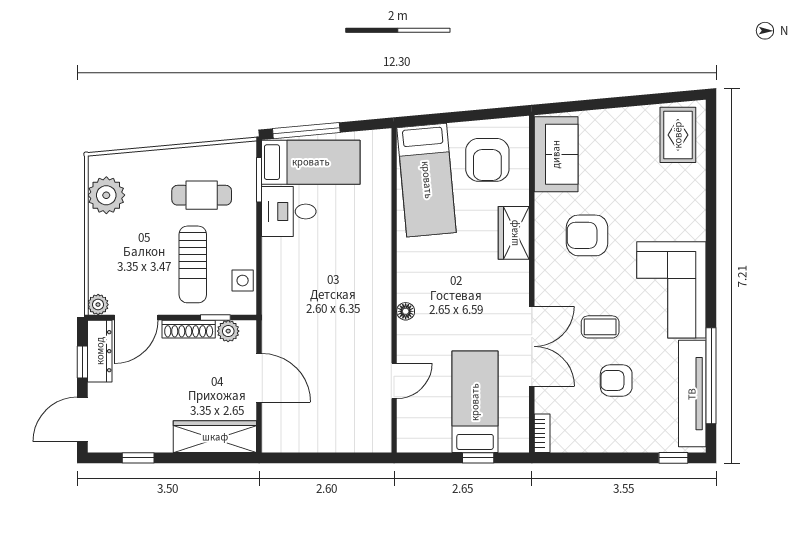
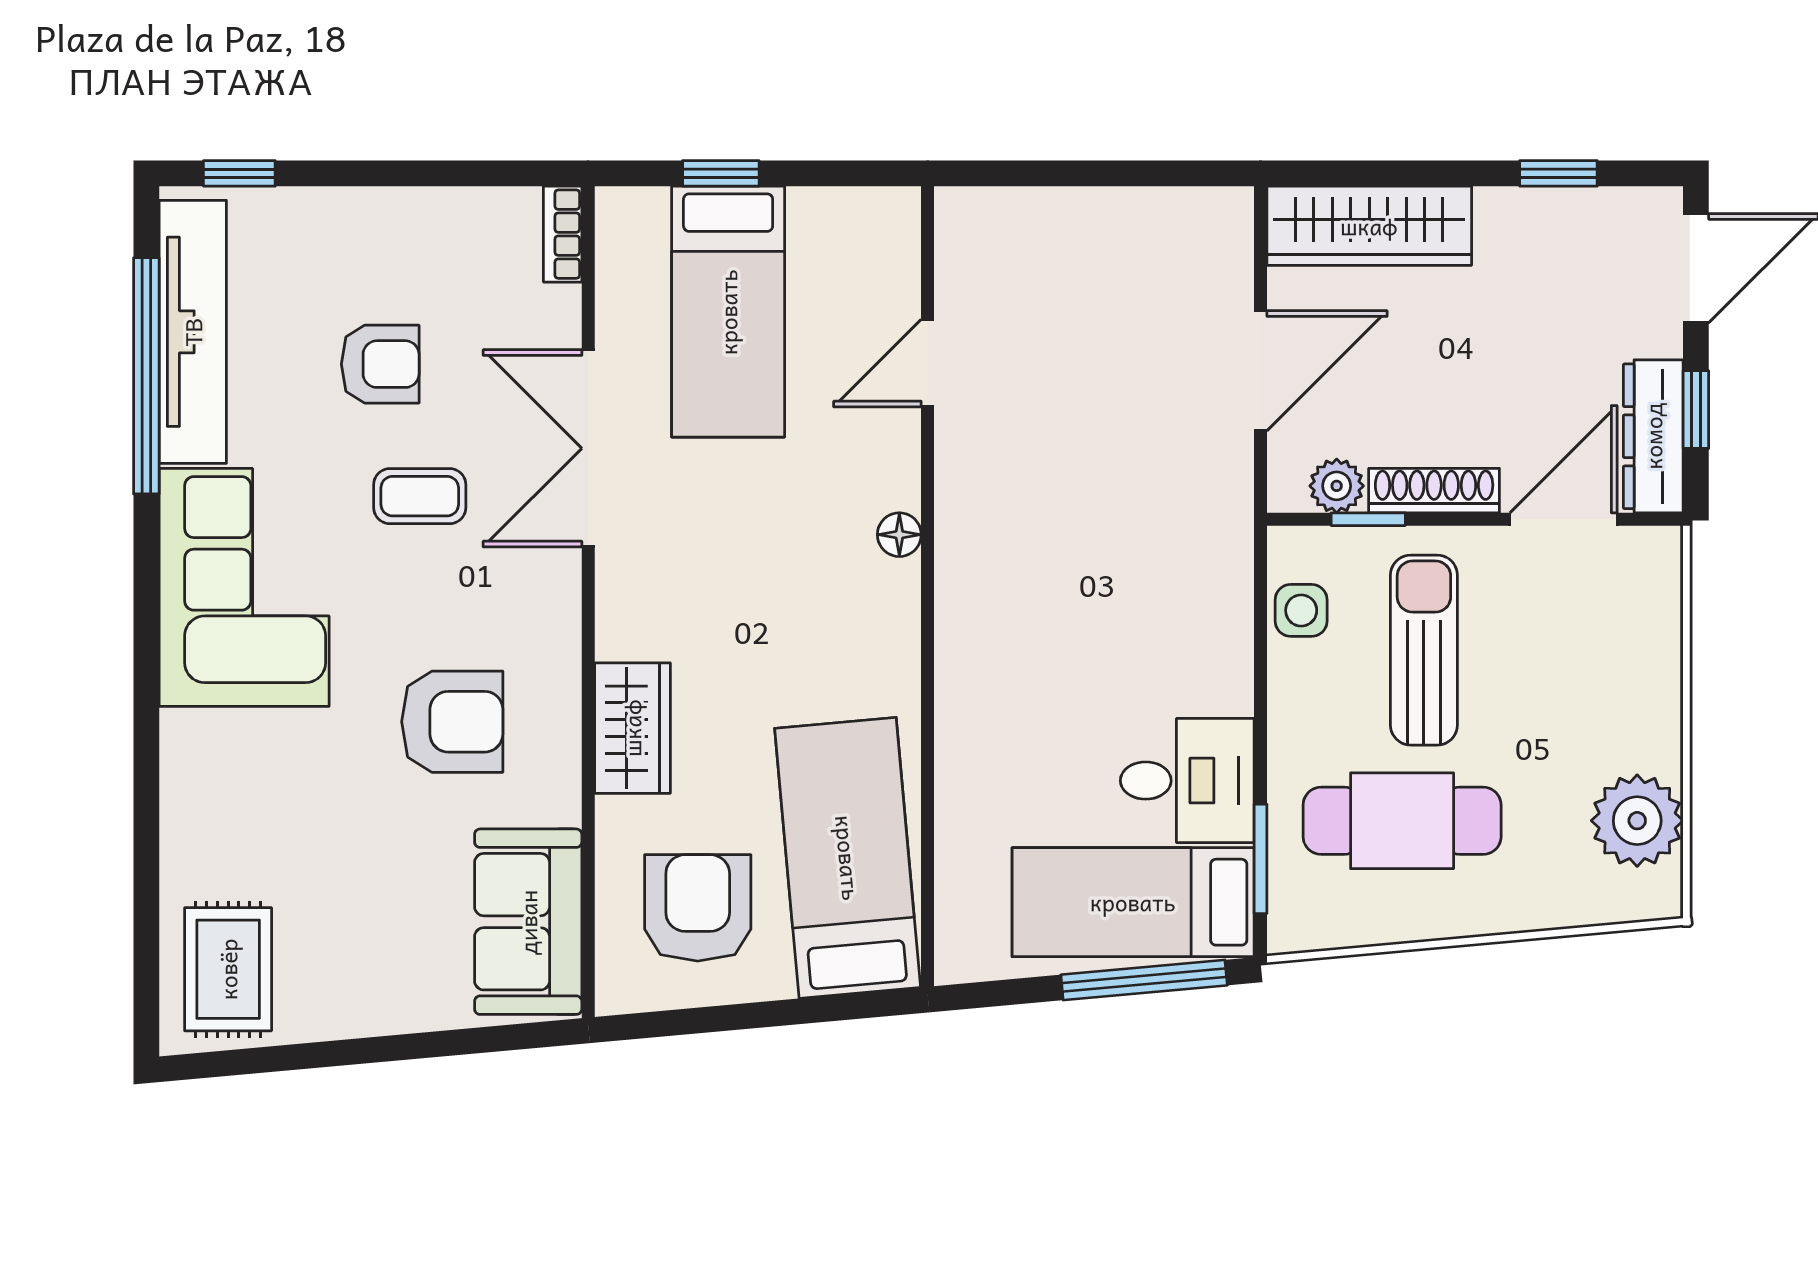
cafe table: (202, 195) -> (1402, 821), width x1.37, depth x1.35
plant: (98, 305) -> (1658, 551), removed
door: (259, 378) -> (1261, 371), swing flipped

